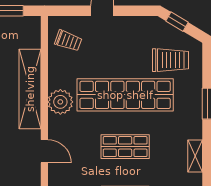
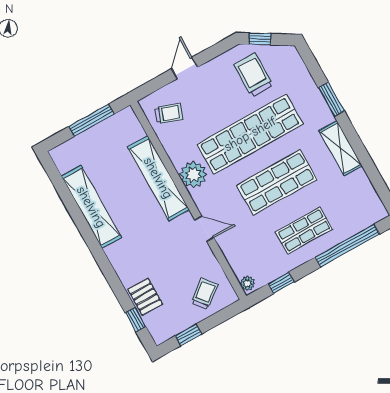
trolley: (171, 60) -> (254, 75), moved, turned -90
shop shelf: (125, 147) -> (277, 182), width x1.43, depth x1.36
shelving: (195, 156) -> (341, 148), width x1.50, depth x1.33

